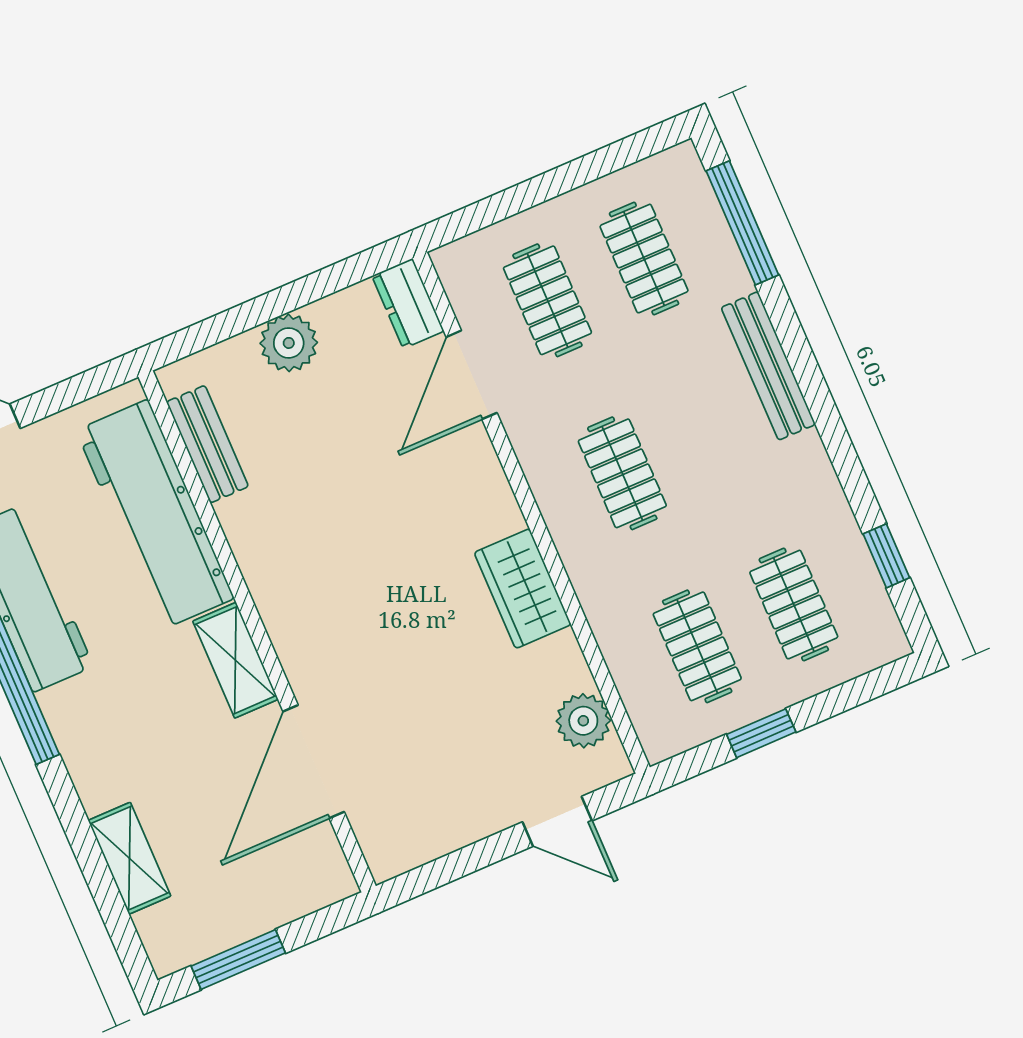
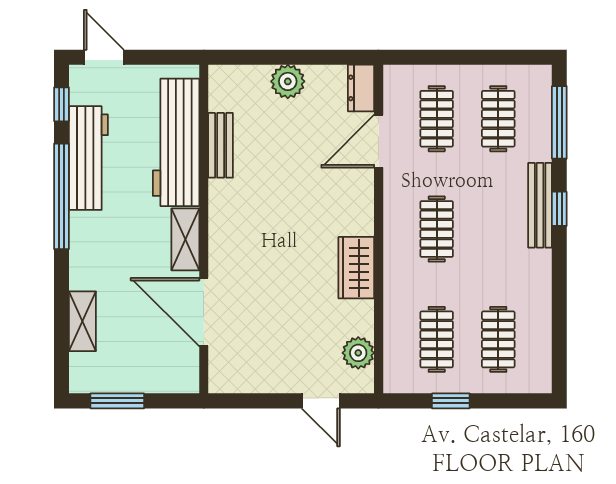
bench: (207, 444) -> (221, 145), moved
window: (886, 556) -> (559, 209), moved
door: (314, 762) -> (204, 312), hinge flipped

